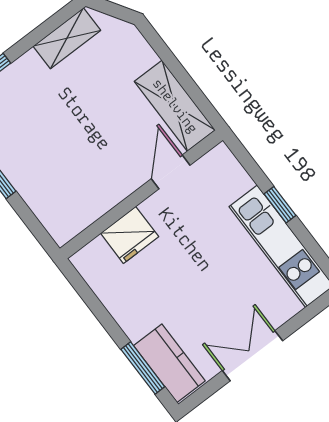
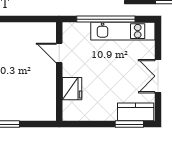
shelving: (175, 106) -> (34, 31), removed
window: (280, 205) -> (106, 19), width x3.17

